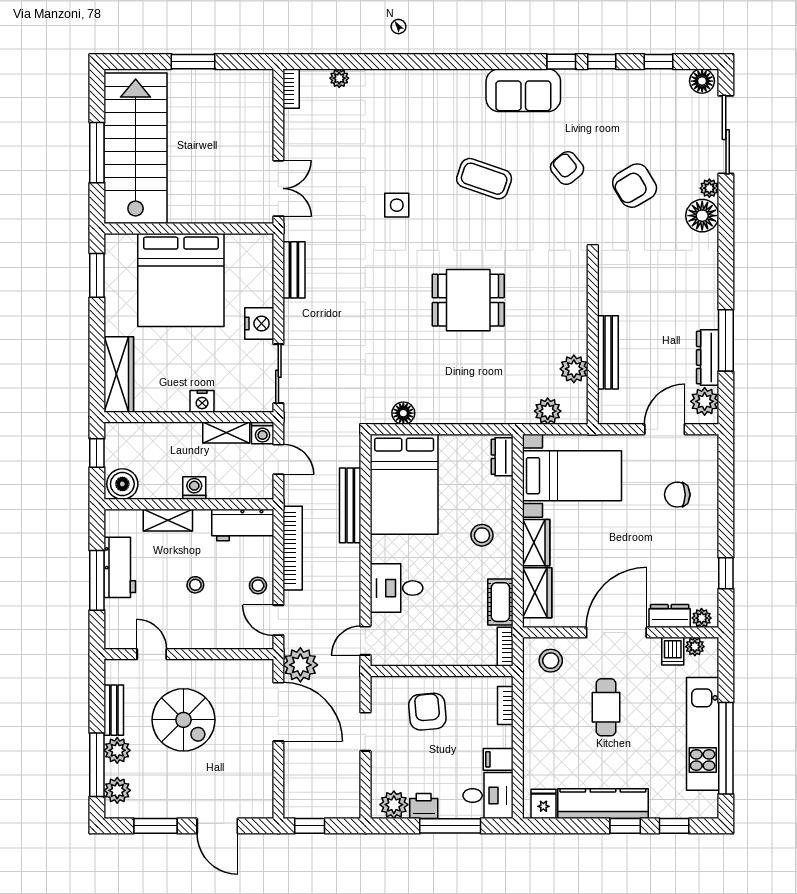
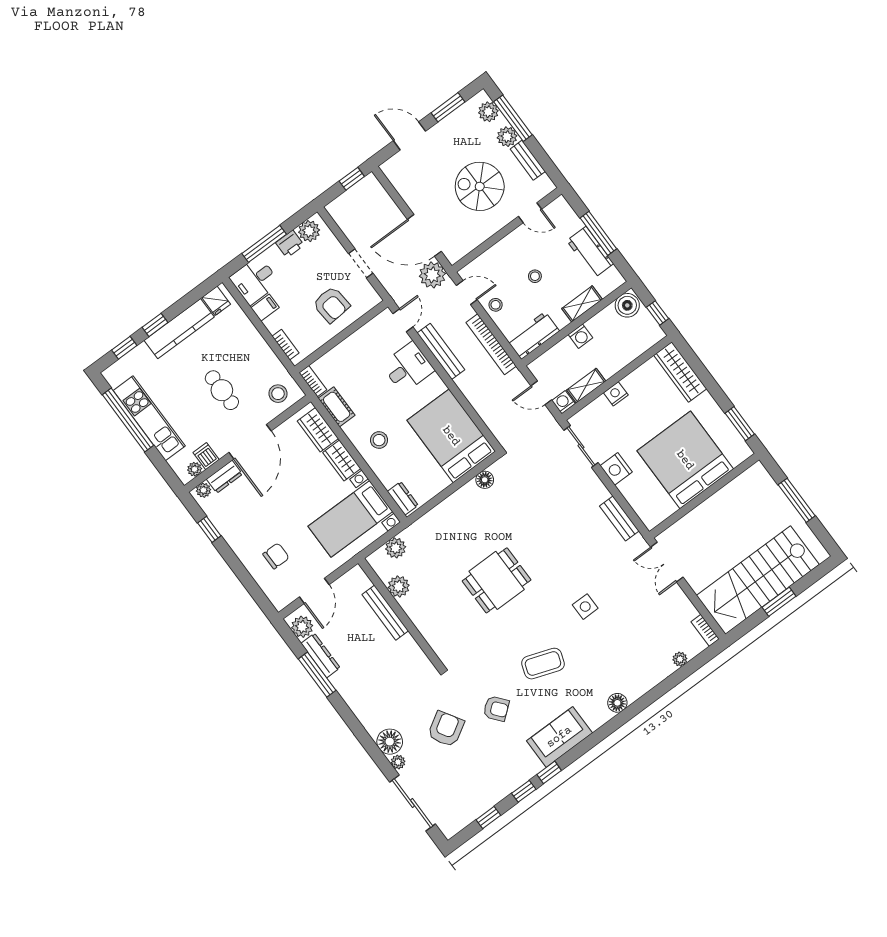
floor lamp: (702, 81) -> (617, 703), moved
stairs: (136, 148) -> (758, 580), moved, turned 90
bench: (350, 505) -> (441, 351), moved

